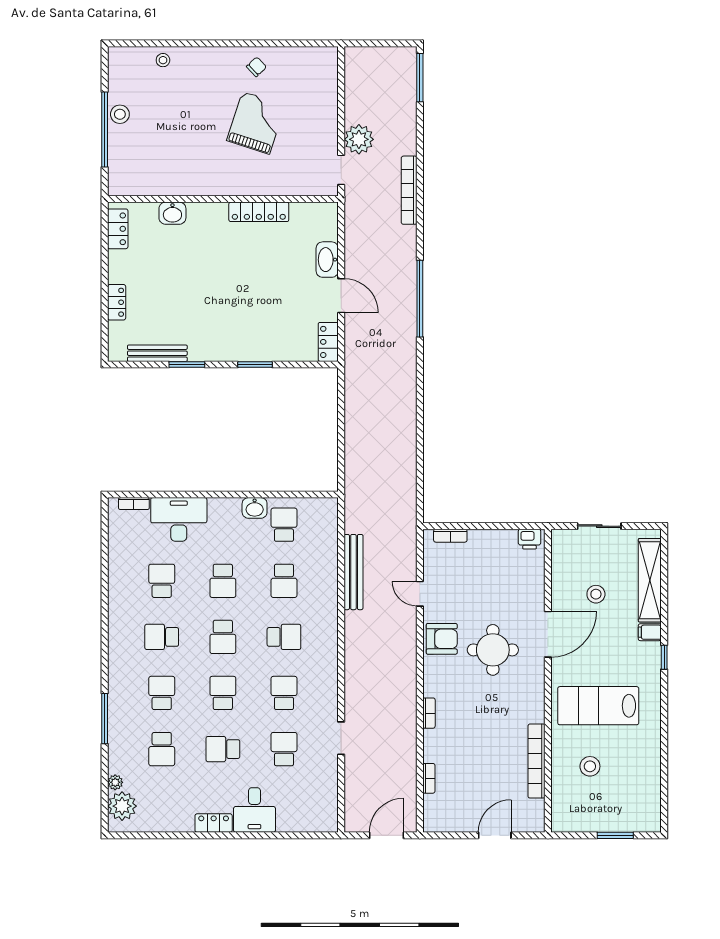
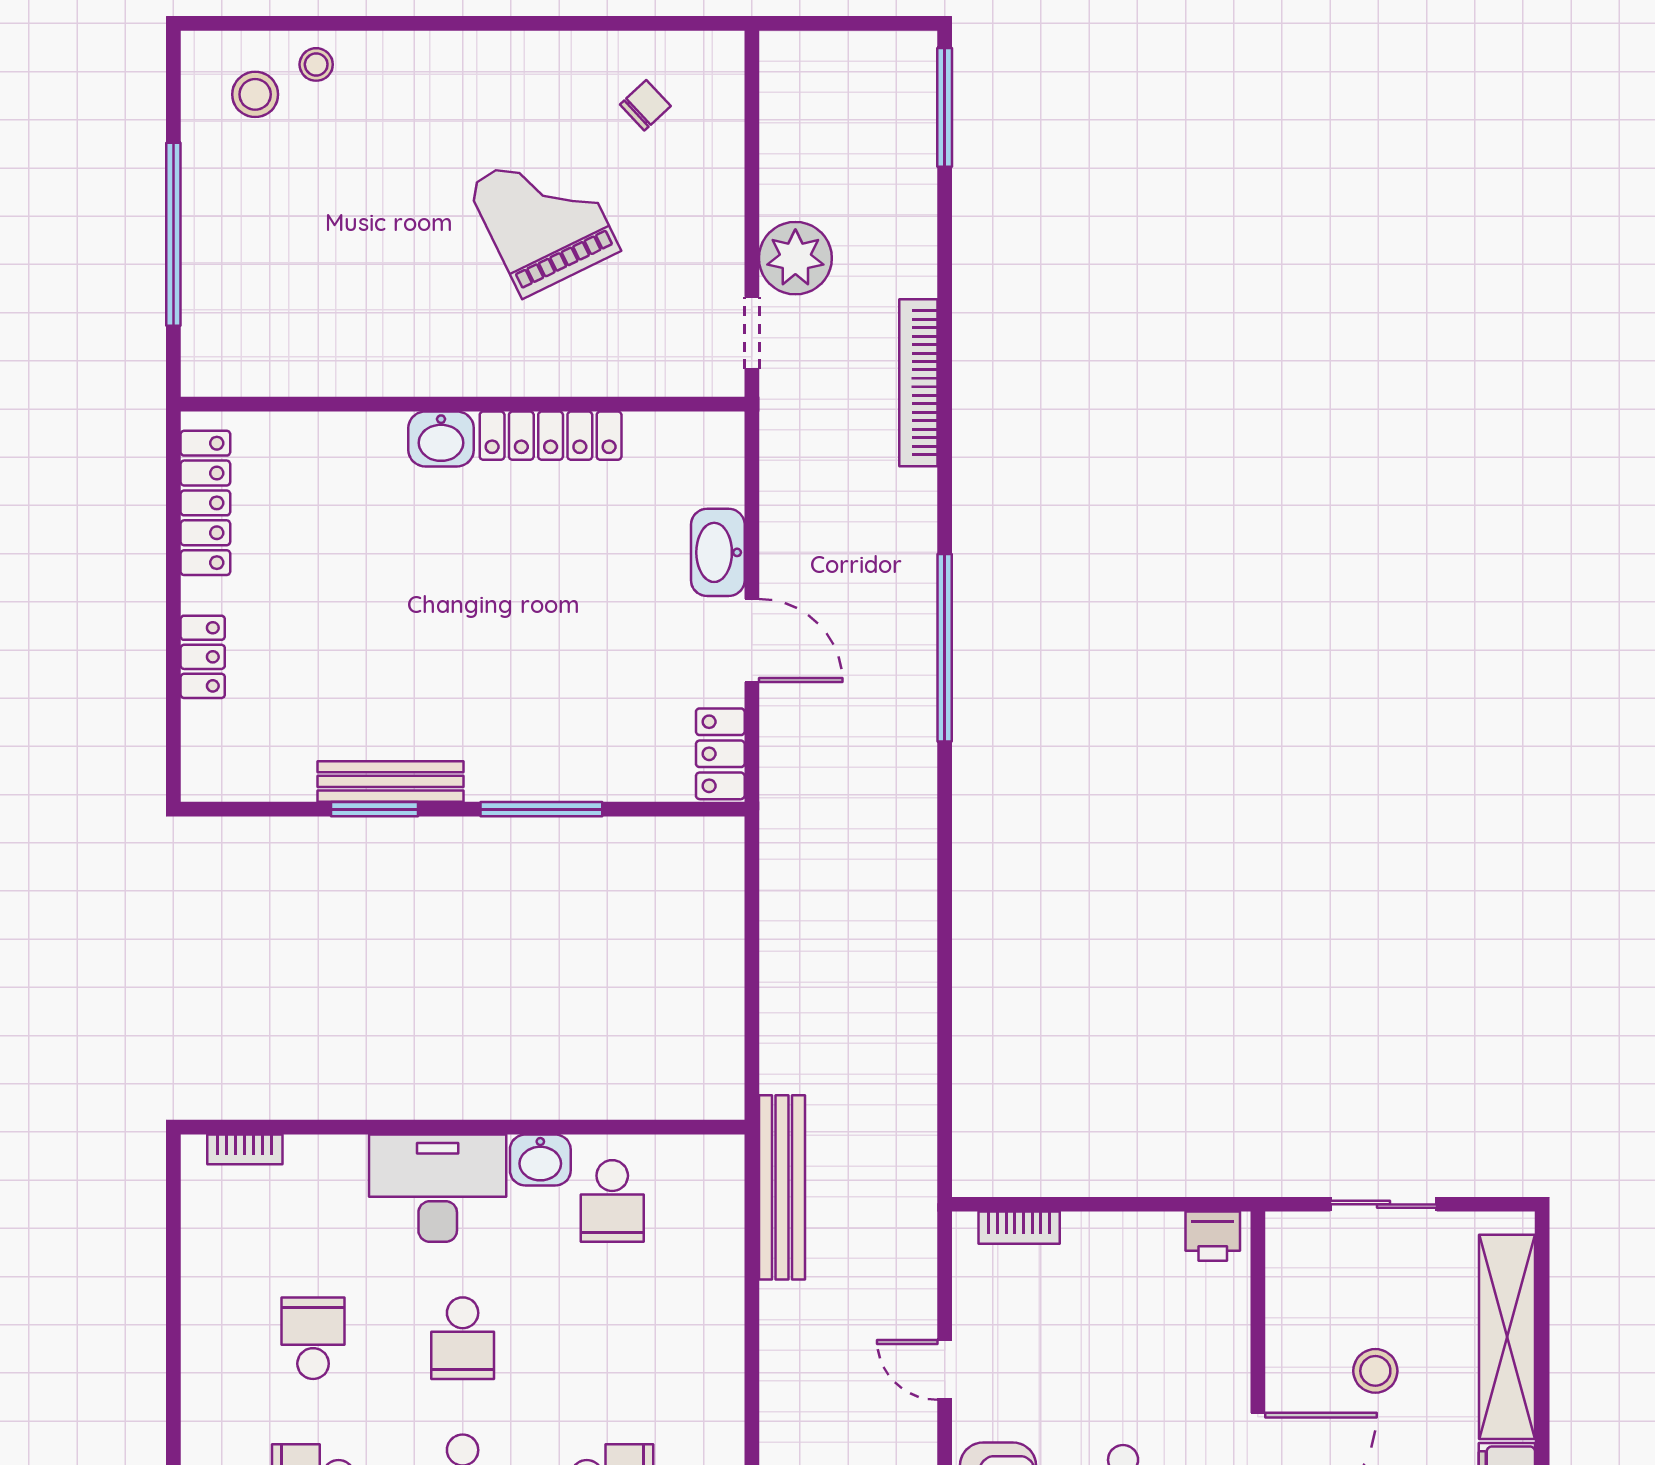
chair: (257, 67) -> (645, 105), moved
stool: (120, 114) -> (255, 94), moved
grand piano: (256, 123) -> (544, 218), turned -44
washbasin: (172, 213) -> (441, 439), moved
locker: (118, 229) -> (205, 503), width x1.53
bench: (157, 353) -> (391, 781), moved
window: (255, 364) -> (541, 809), width x1.44
desk: (179, 519) -> (438, 1188), moved
school desk: (284, 525) -> (612, 1201), turned 180
bench: (353, 572) -> (782, 1187), moved
school desk: (284, 581) -> (612, 1338), removed

